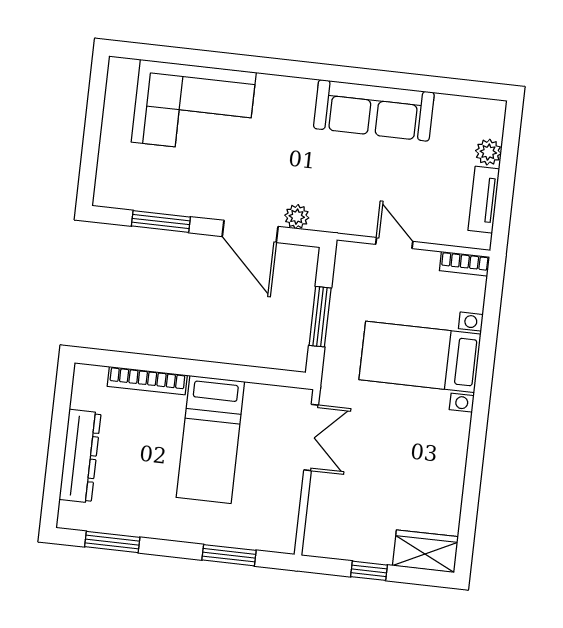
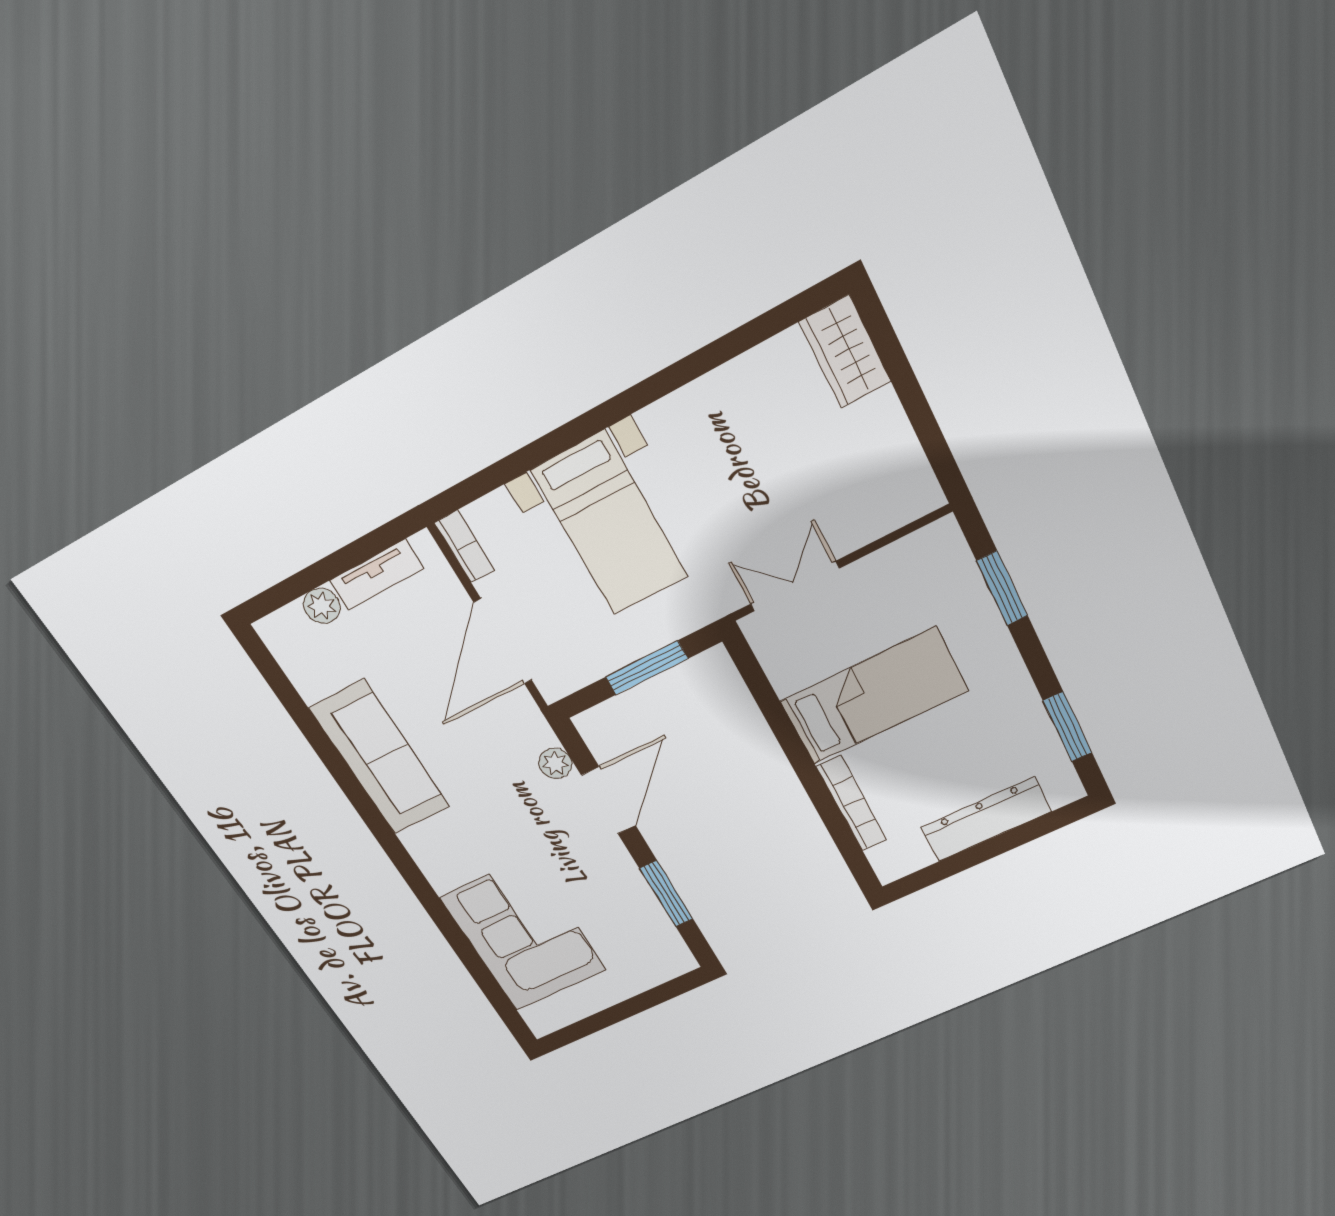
door: (394, 243) -> (503, 642), width x1.87
window: (369, 571) -> (916, 407), removed

